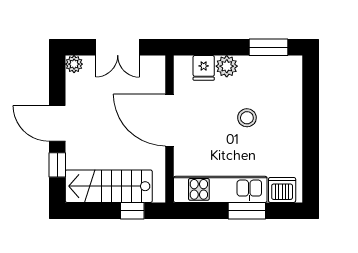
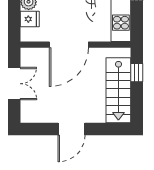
plant: (74, 64) -> (27, 116), removed
window: (57, 165) -> (103, 129), removed

